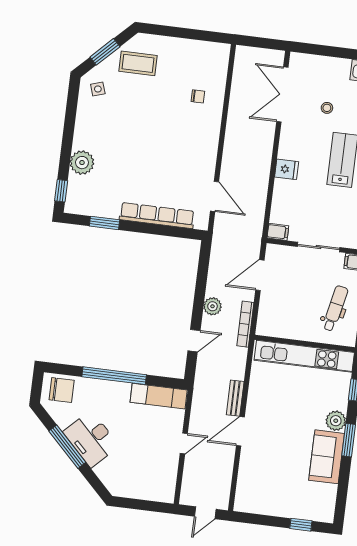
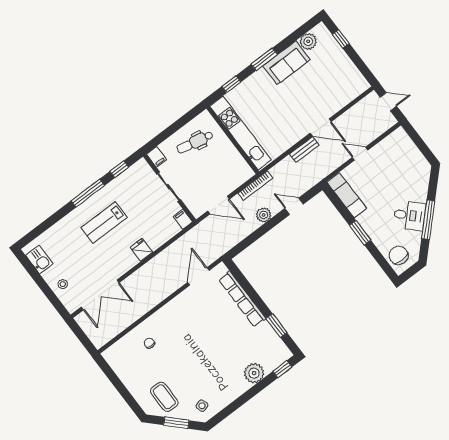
stool: (327, 108) -> (63, 284), moved
window: (114, 376) -> (360, 233), width x0.47
plant: (336, 421) -> (308, 41), moved
desk: (91, 439) -> (409, 215), width x0.73

